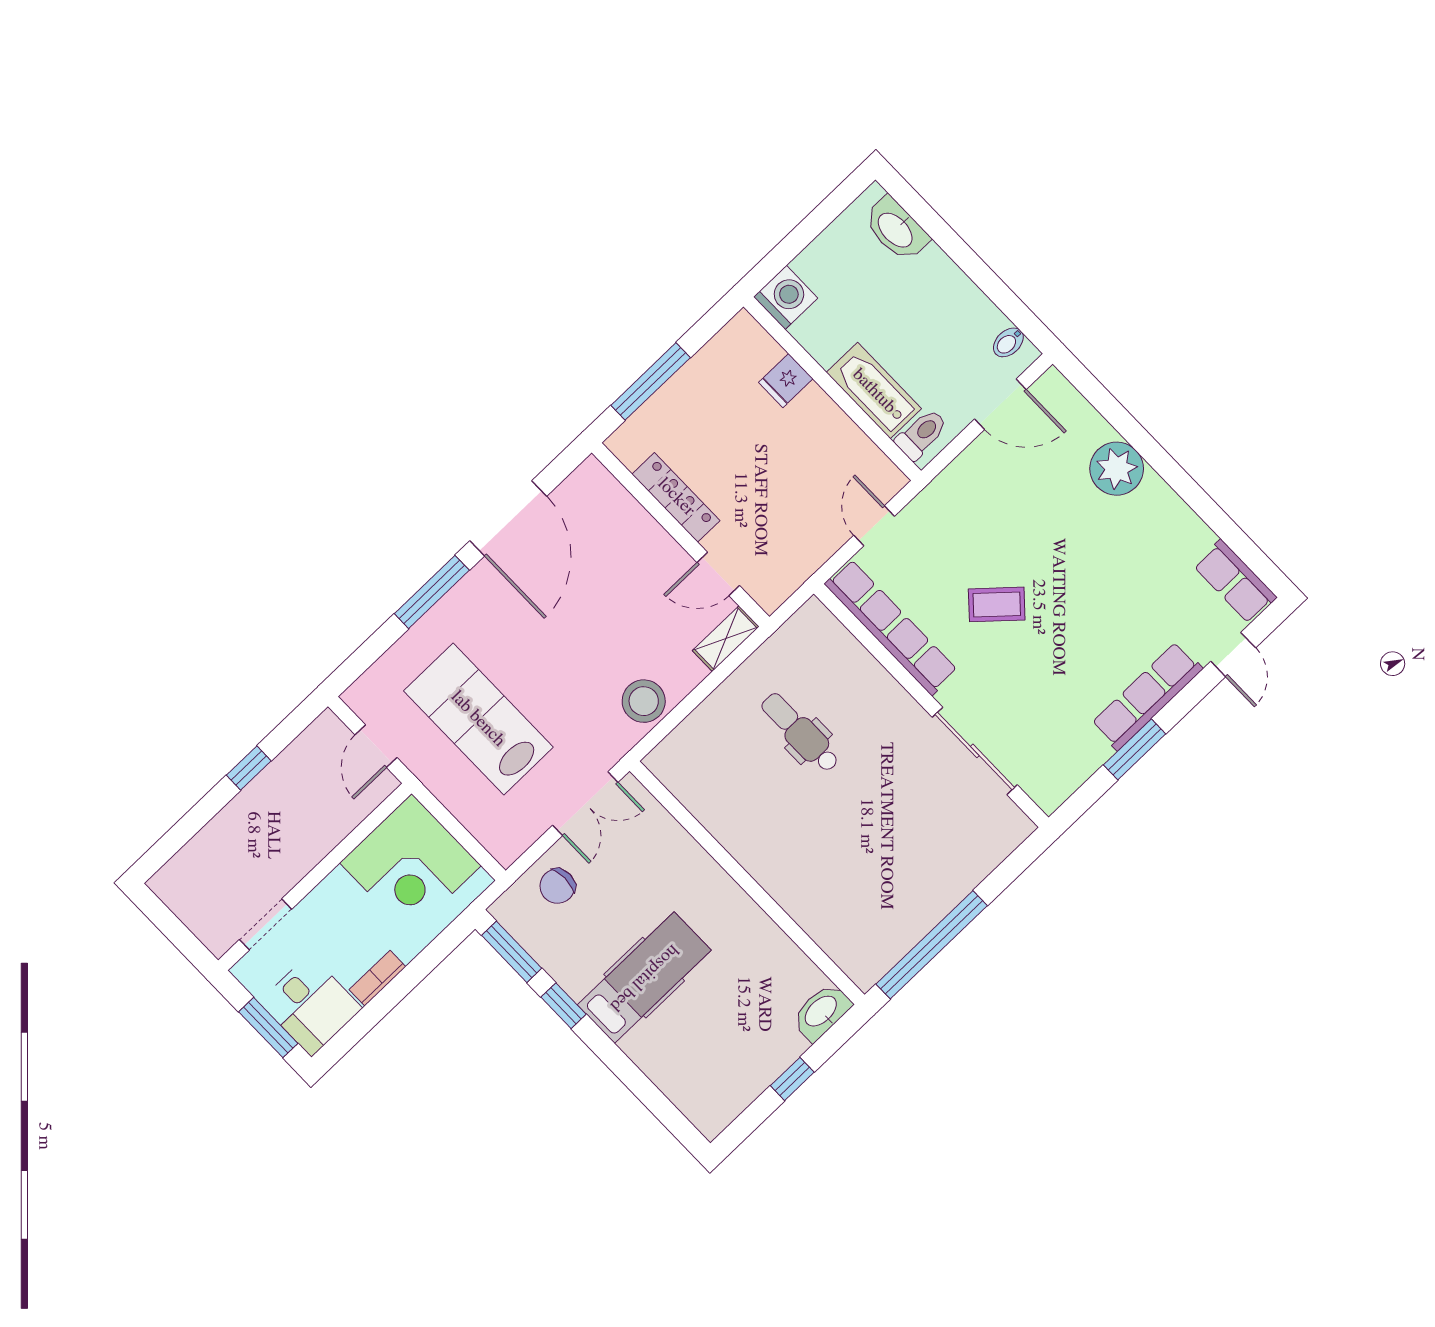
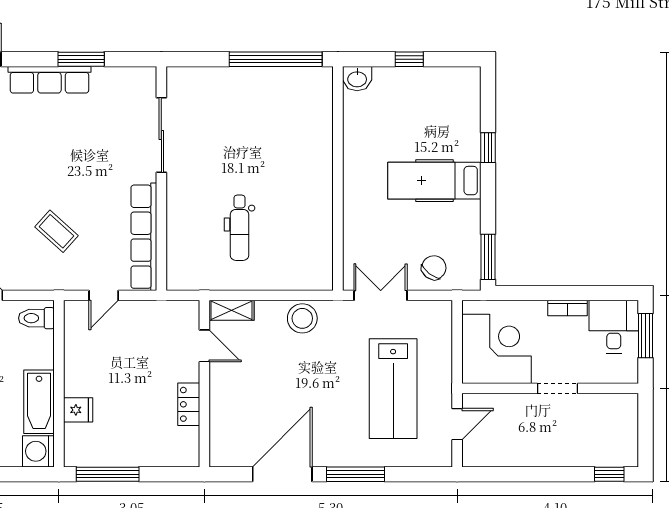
window: (651, 381) -> (108, 474), moved
bathtub: (874, 391) -> (39, 402), moved
locker: (676, 497) -> (189, 404), width x0.66
coffee table: (997, 604) -> (56, 231), moved
window: (249, 768) -> (609, 474), moved
chair: (557, 886) -> (434, 268), turned -52
doorway: (266, 924) -> (557, 388), moved
window: (563, 1006) -> (488, 148), moved
washbasin: (821, 1012) -> (357, 79), width x0.72

